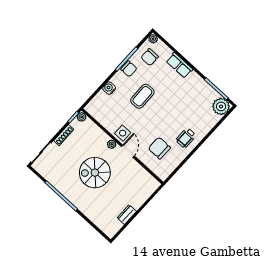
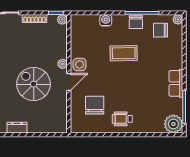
row of seats: (180, 65) -> (176, 83), moved
spiral stairs: (95, 173) -> (34, 84), moved

